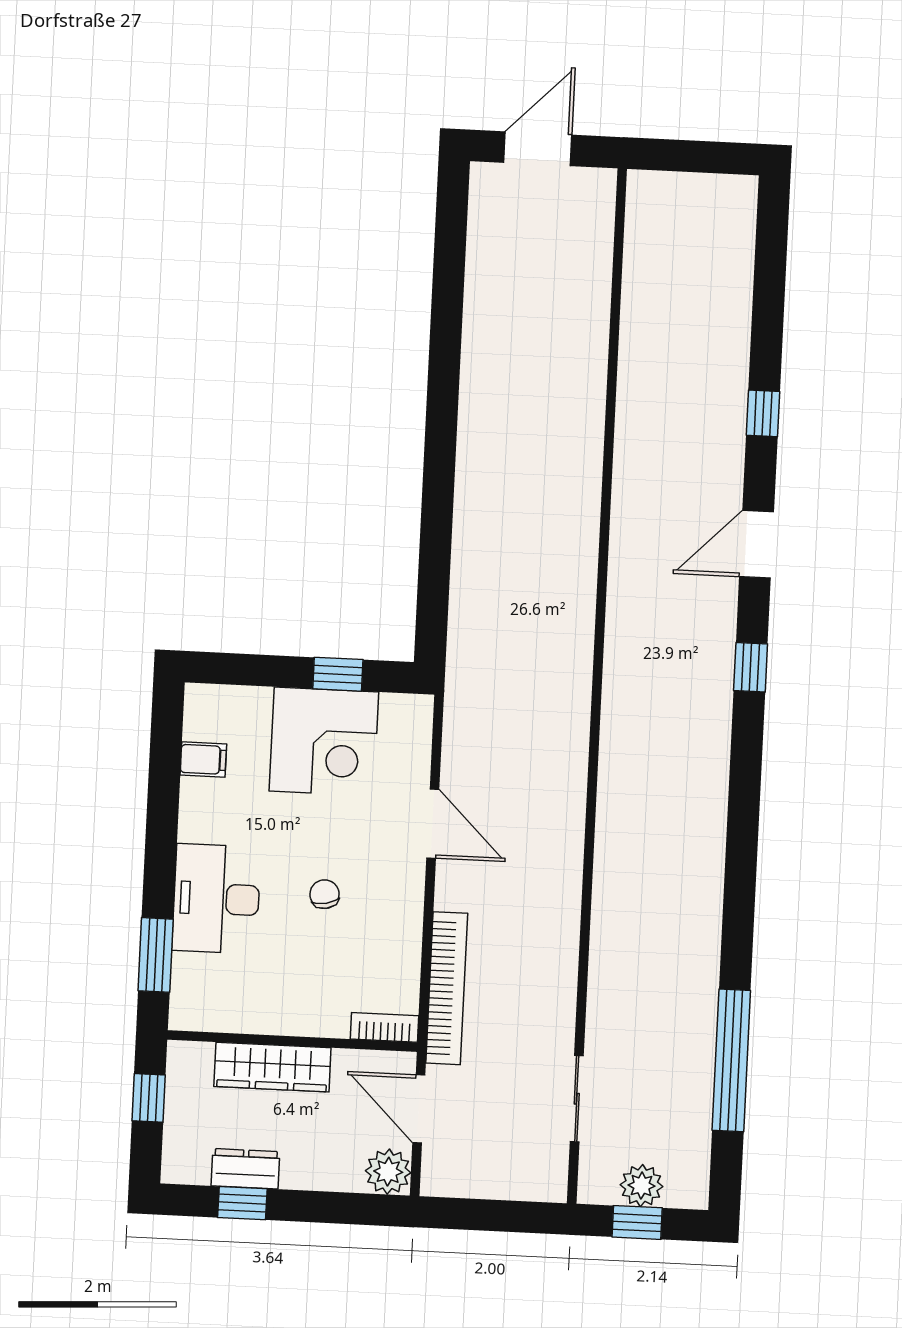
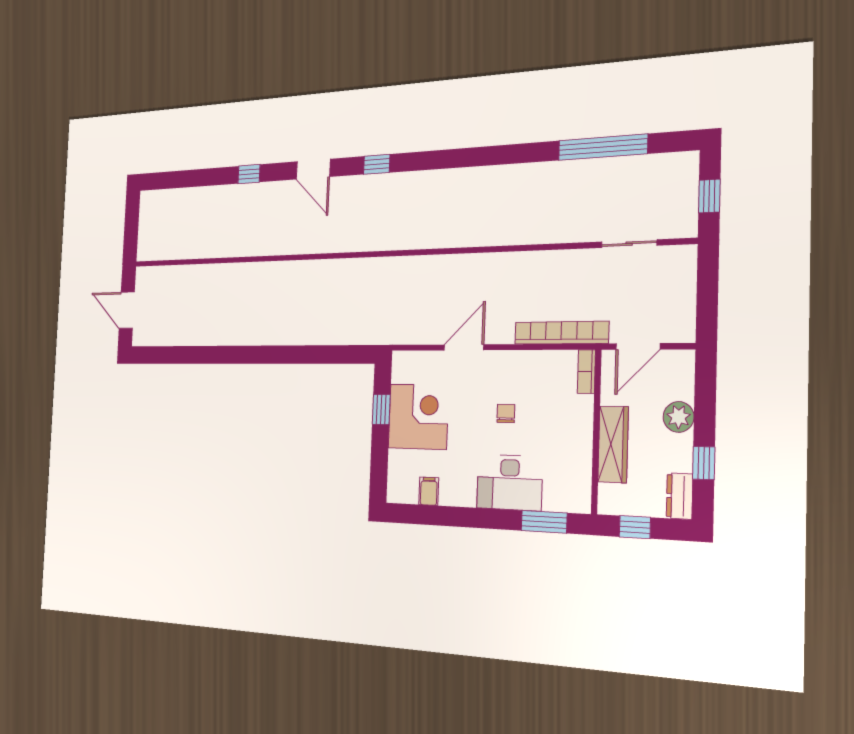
chair: (325, 894) -> (506, 413), turned 101
dresser: (245, 1169) -> (680, 496), moved
plant: (388, 1172) -> (679, 417), moved
plant: (642, 1186) -> (685, 196), removed

